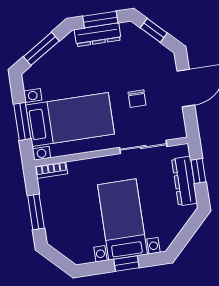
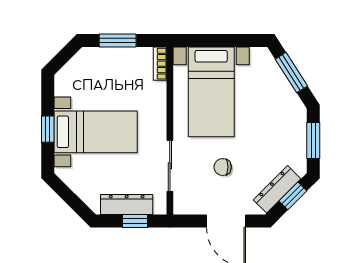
dresser: (98, 35) -> (277, 189), moved, turned 45
window: (22, 121) -> (217, 40), removed

